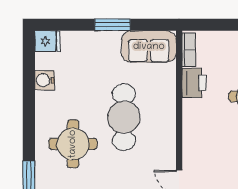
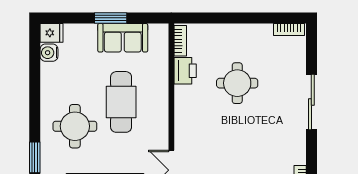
sofa: (149, 47) -> (123, 38), moved
water cooler: (45, 80) -> (49, 53), moved

